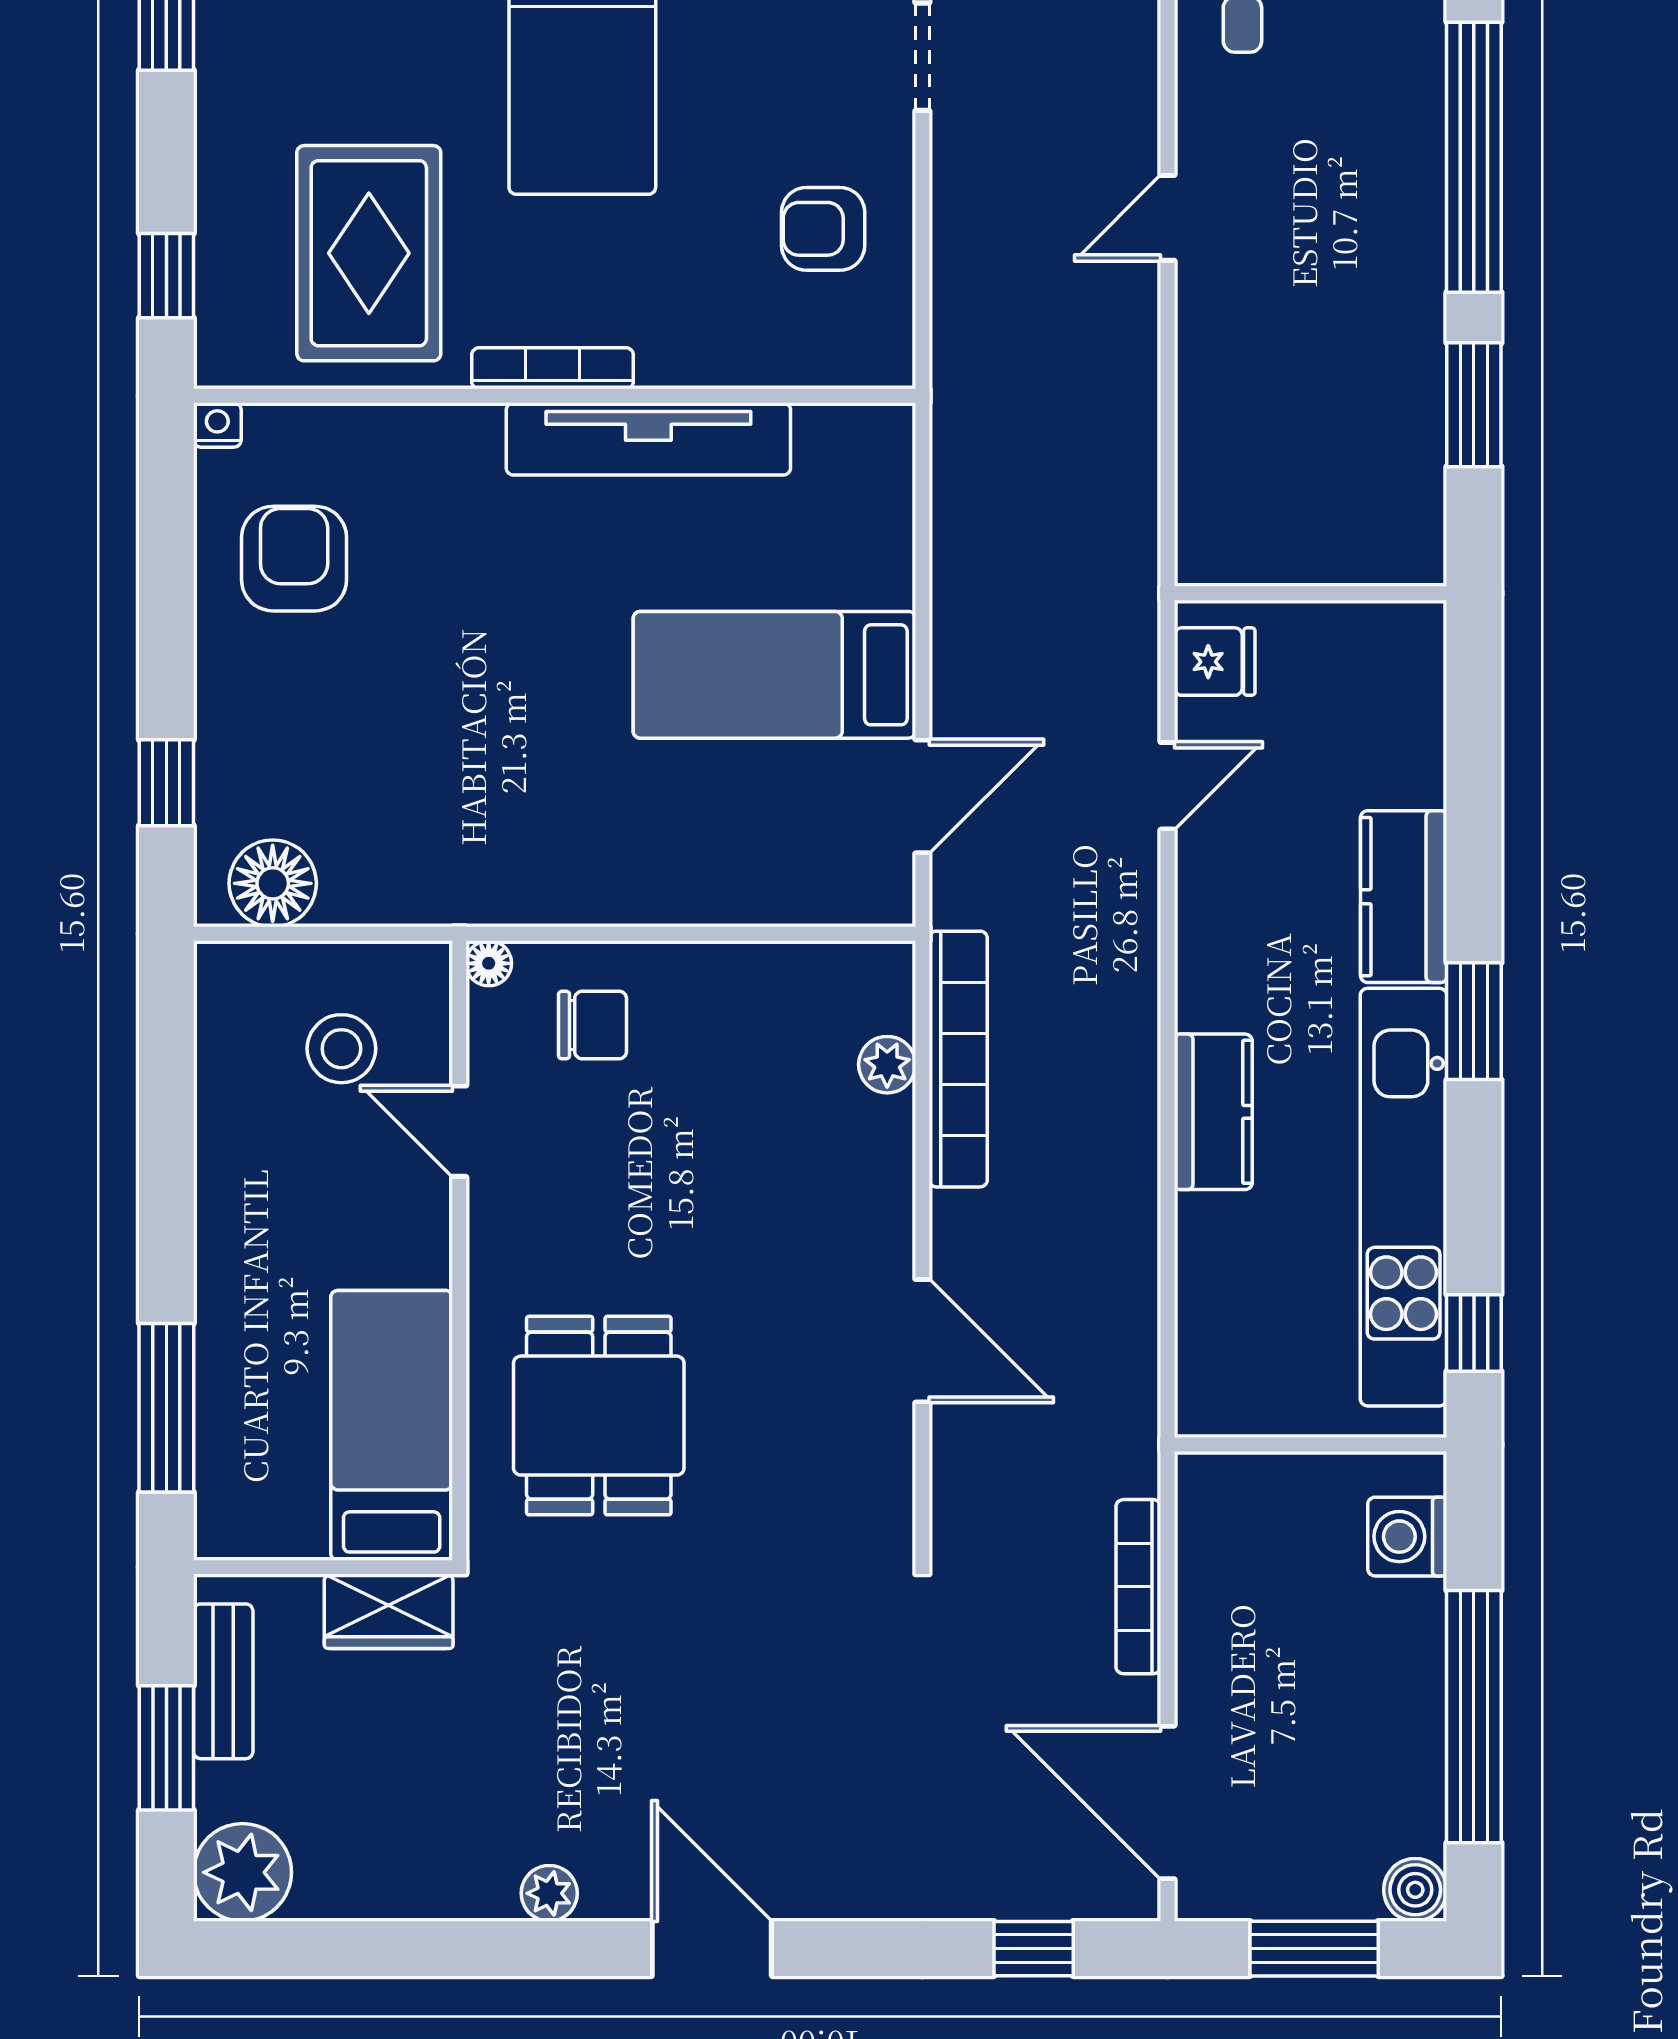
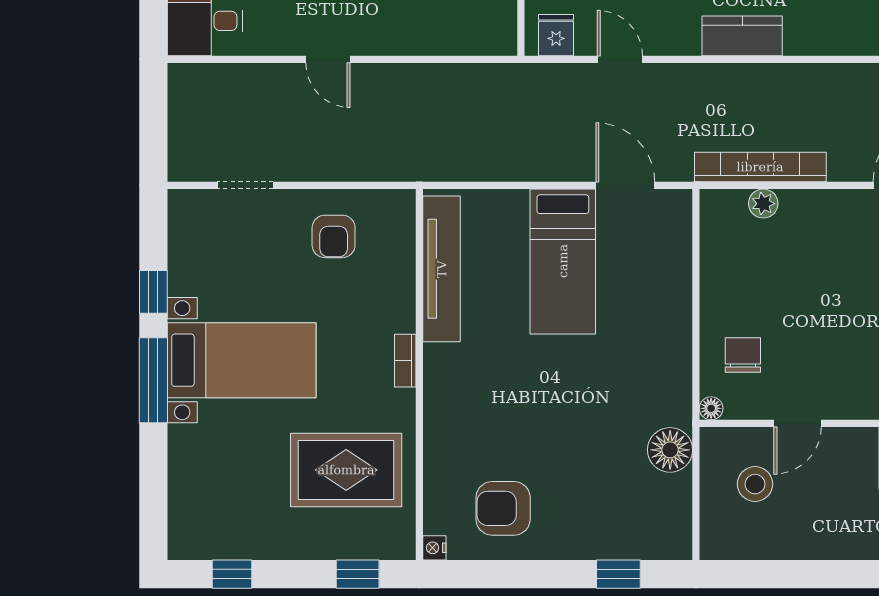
bookcase: (553, 368) -> (405, 361), width x0.64
tv unit: (648, 439) -> (442, 269), moved
floor lamp: (273, 883) -> (670, 450), moved
kitchen counter: (1213, 1112) -> (742, 36), moved

